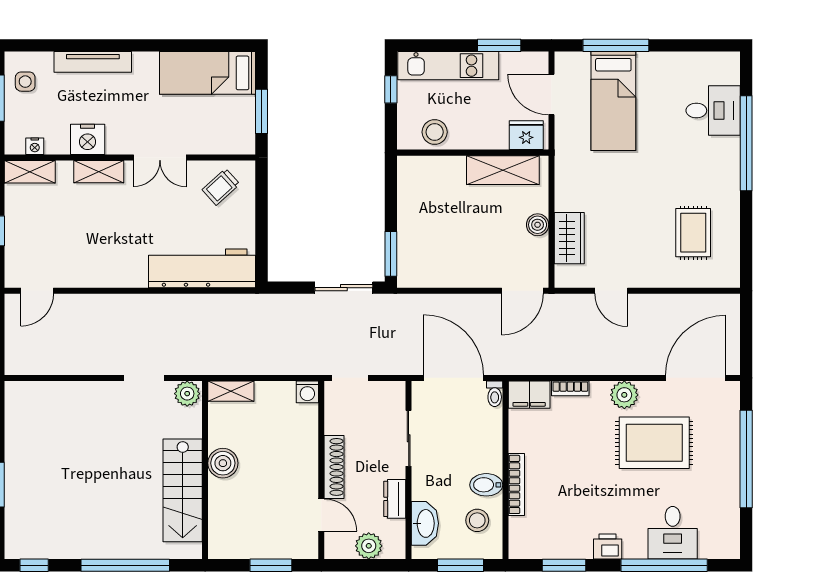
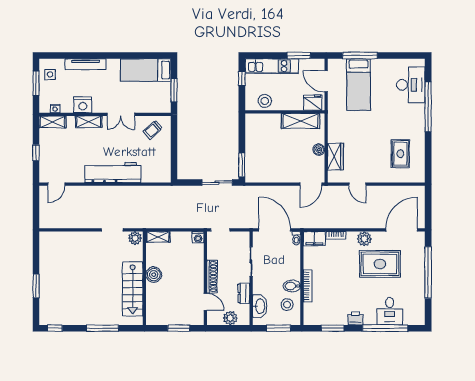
desk: (713, 111) -> (411, 85), width x1.37
workbench: (202, 268) -> (113, 172), moved
window: (125, 565) -> (103, 328), width x0.68

